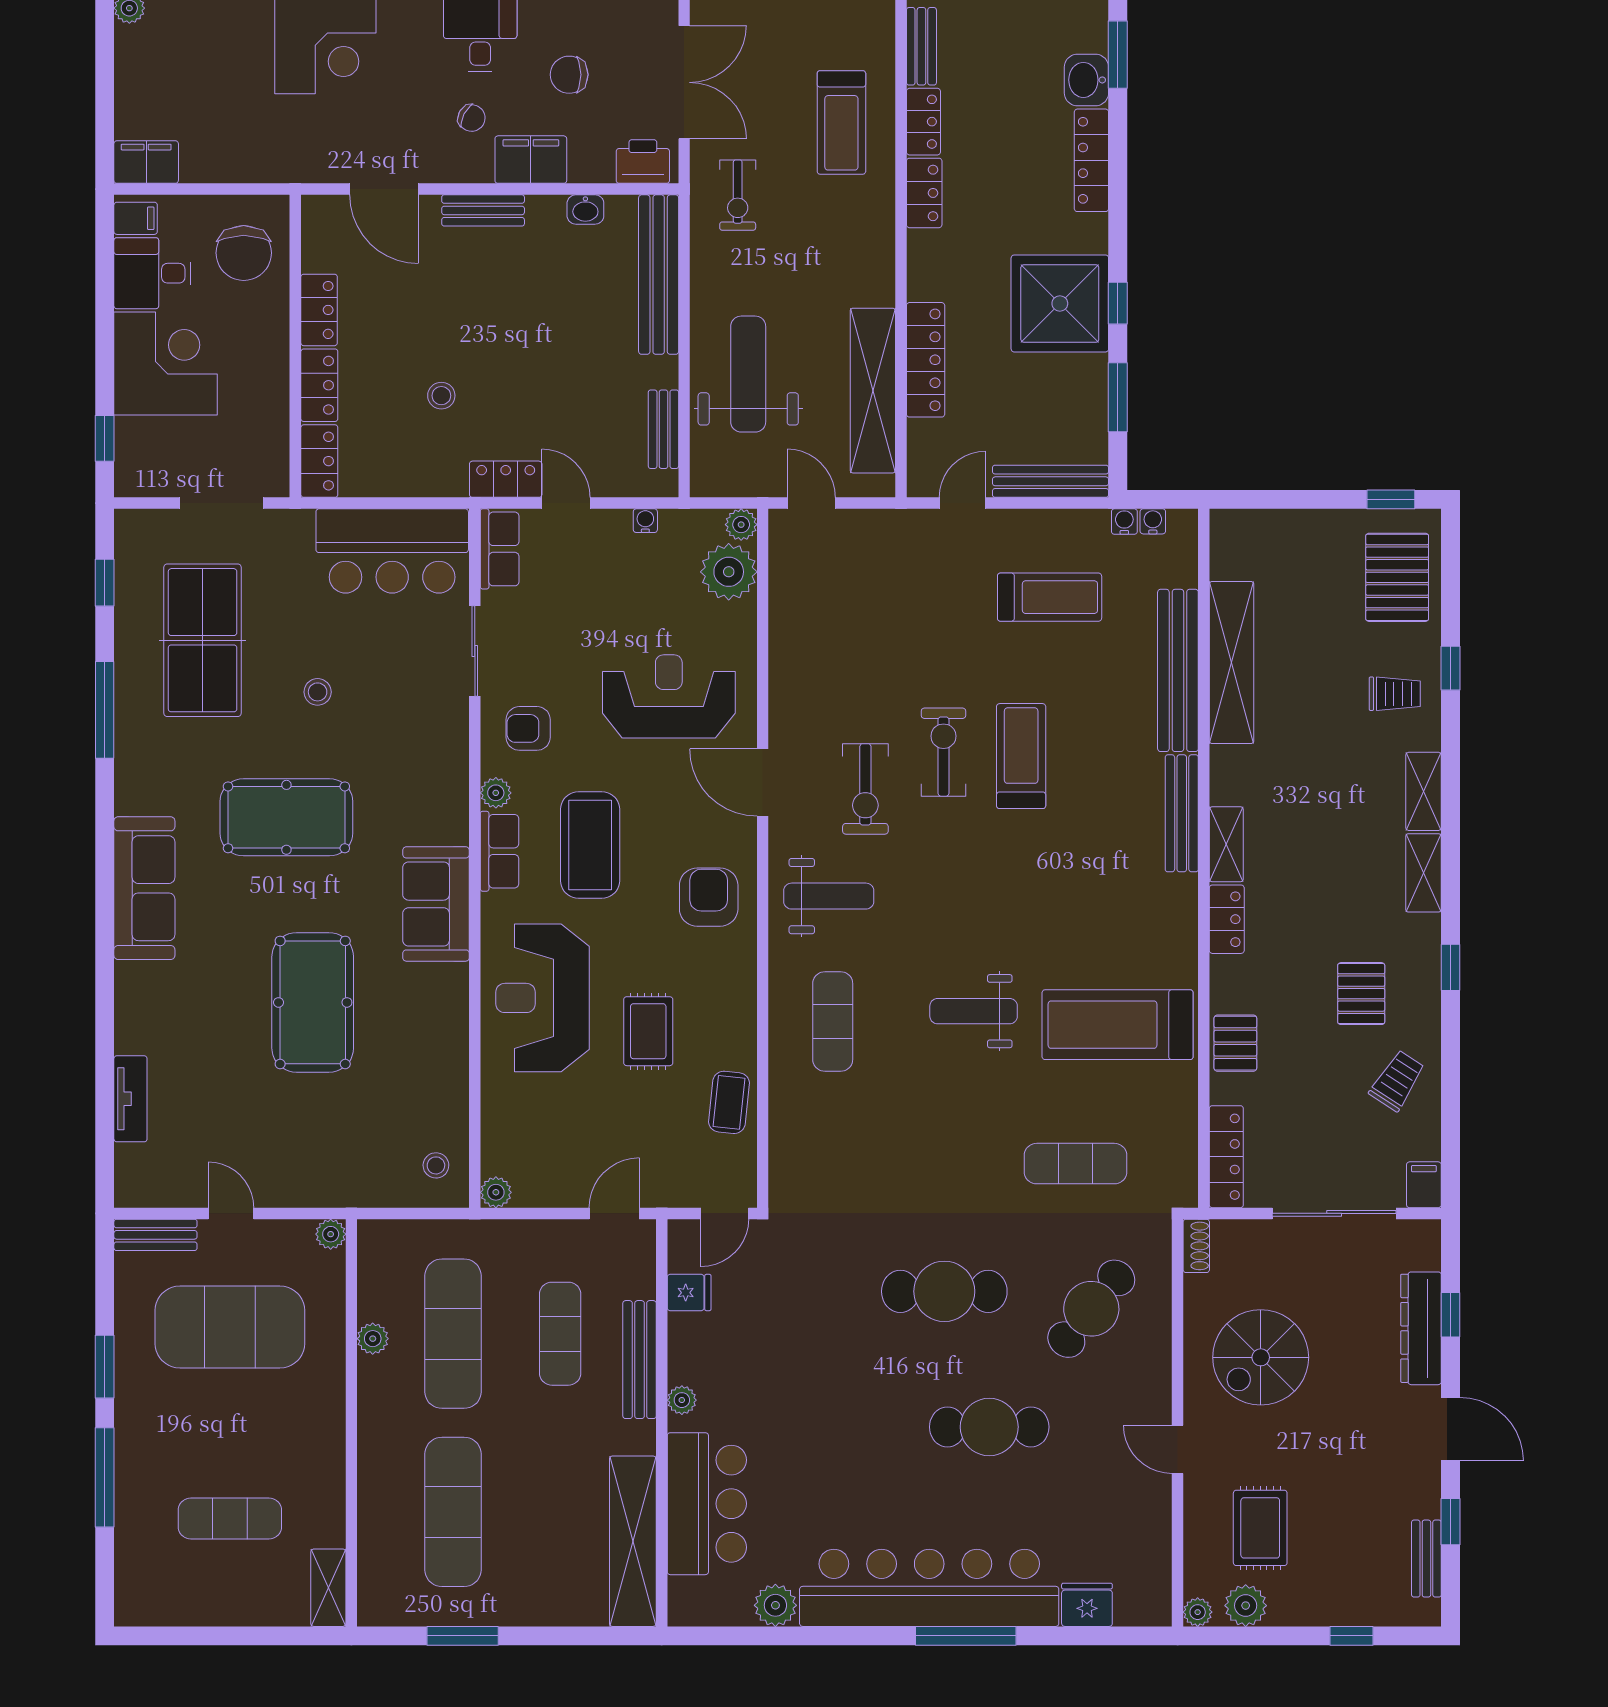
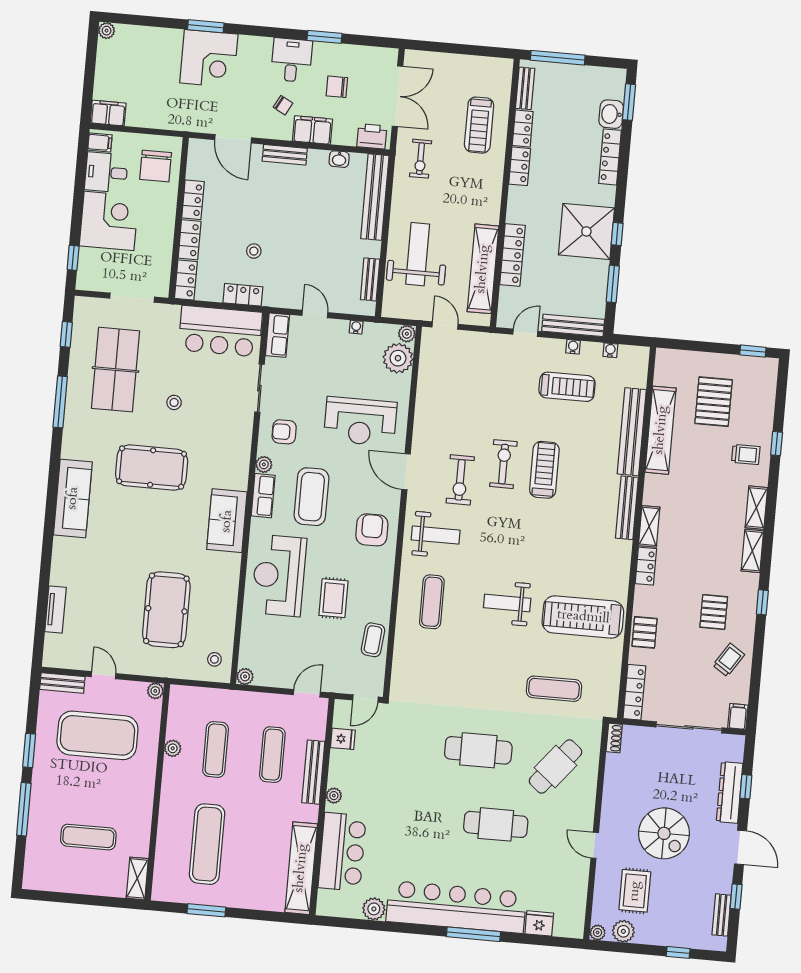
locker: (506, 479) -> (243, 295), moved
water cooler: (1153, 521) -> (573, 347), moved
pallet: (1397, 577) -> (714, 402), moved
reception desk: (669, 696) -> (360, 421), turned 180
pool table: (313, 1002) -> (166, 610), moved
exercise mat: (453, 1334) -> (216, 749), width x0.73, depth x0.69
spiral stairs: (1261, 1357) -> (664, 833), moved, turned -90

